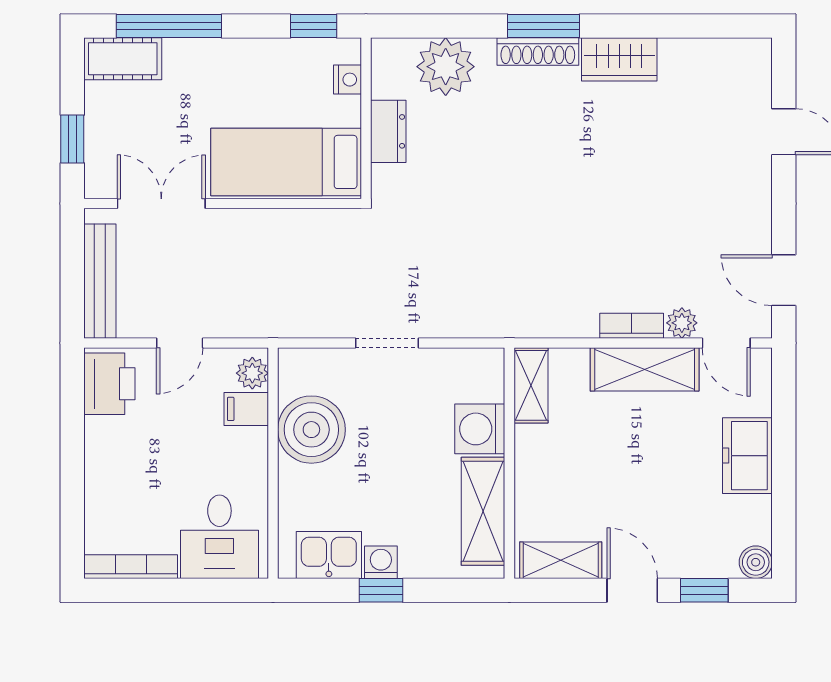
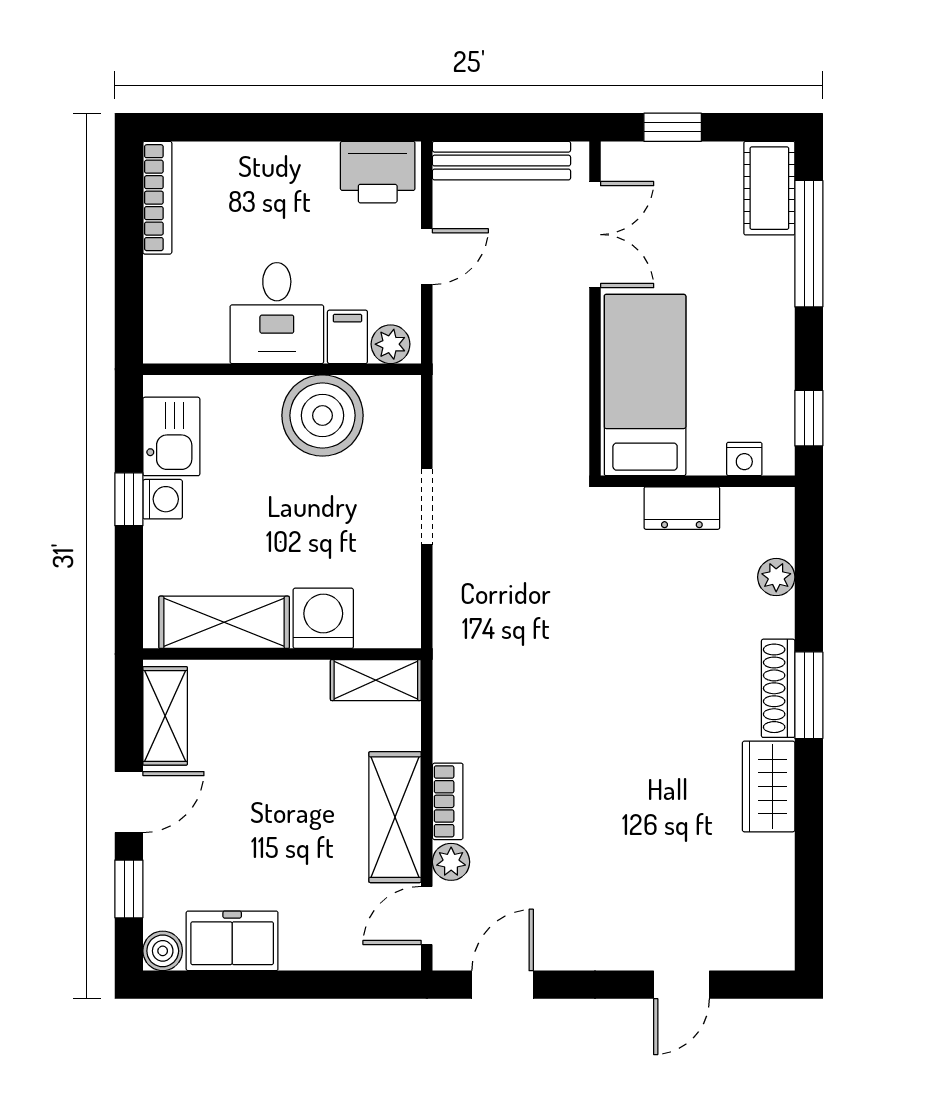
plant: (446, 67) -> (776, 577), width x0.53, depth x0.53
door: (180, 343) -> (427, 257), swing flipped
freezer: (747, 456) -> (232, 941), moved
desk: (219, 537) -> (277, 313), moved, turned -90

